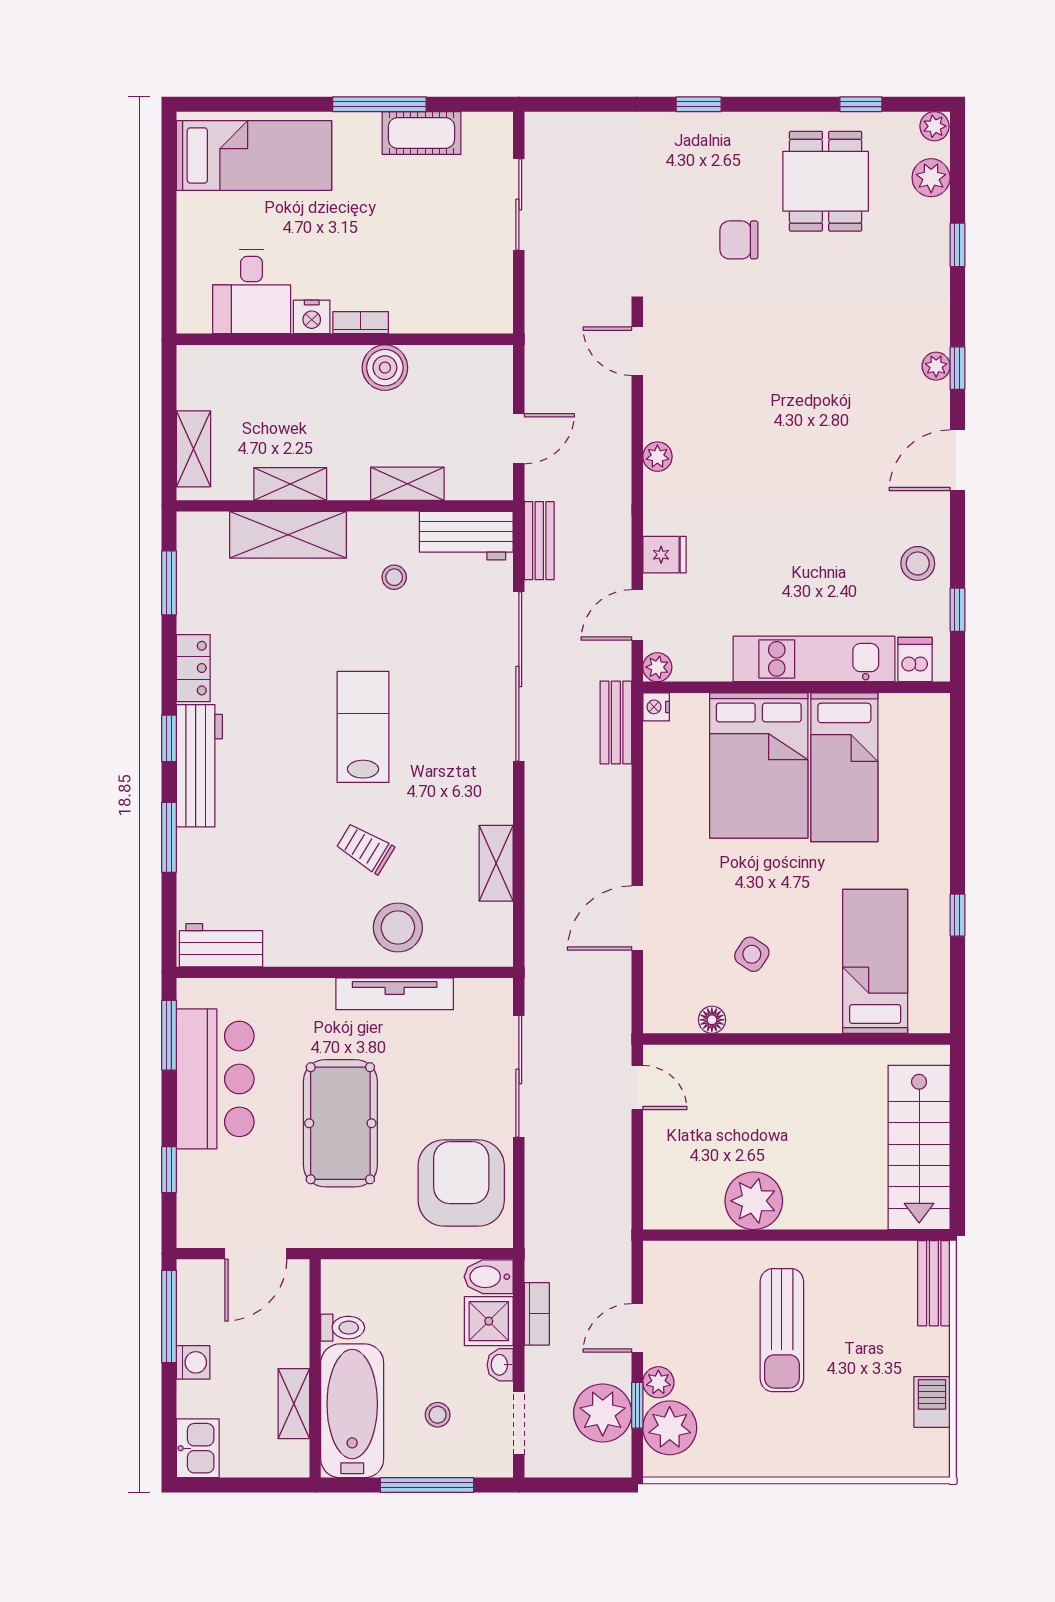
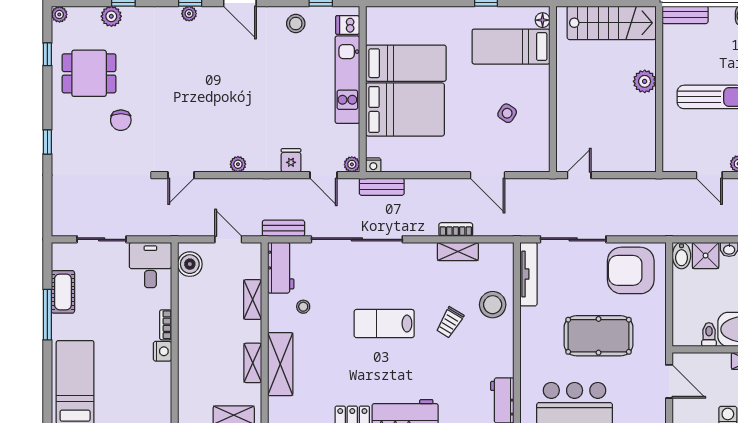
plant: (931, 178) -> (111, 16), moved
desk: (252, 292) -> (150, 265), moved, turned -90
boiler: (385, 368) -> (190, 264), moved
tv unit: (395, 994) -> (528, 274), moved
floor lamp: (712, 1020) -> (543, 20), moved
plant: (754, 1201) -> (645, 81), moved, width x0.73, depth x0.73
bookcase: (537, 1314) -> (456, 230), moved

